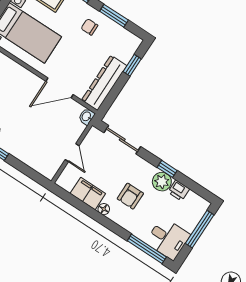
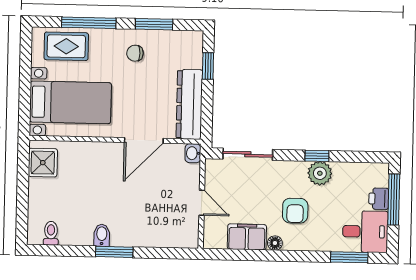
printer: (179, 191) -> (379, 199), moved, turned 90
window: (147, 249) -> (349, 257), width x0.69

